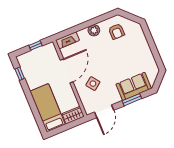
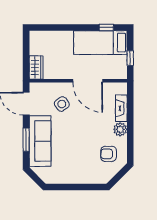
fireplace: (67, 40) -> (121, 108), moved
sofa: (134, 86) -> (40, 141), width x1.36
bed: (48, 108) -> (100, 43), moved, turned 180

